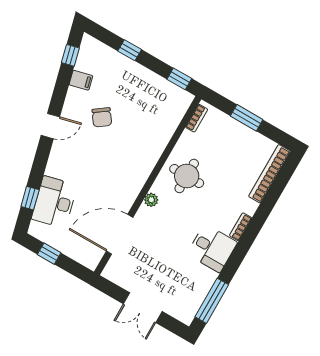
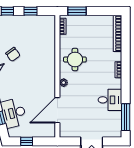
window: (179, 79) -> (30, 11), moved
window: (247, 118) -> (77, 11), moved
desk: (212, 248) -> (110, 100), moved

